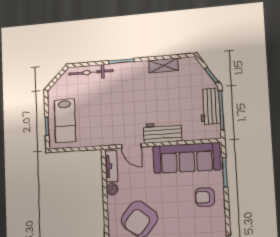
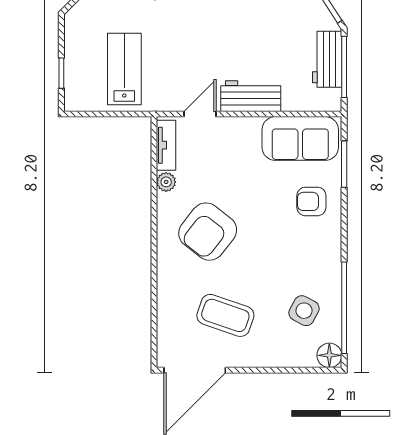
lab bench: (65, 121) -> (124, 69), moved, turned 180
door: (131, 146) -> (200, 114), swing flipped
sofa: (187, 158) -> (300, 138), width x0.73

